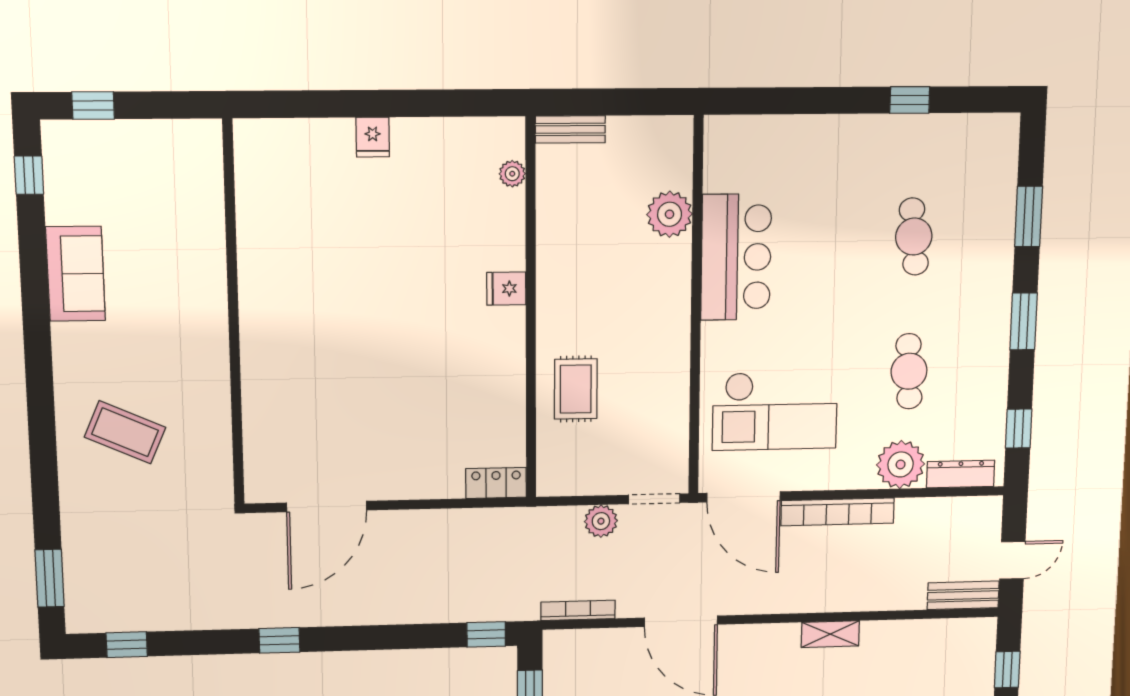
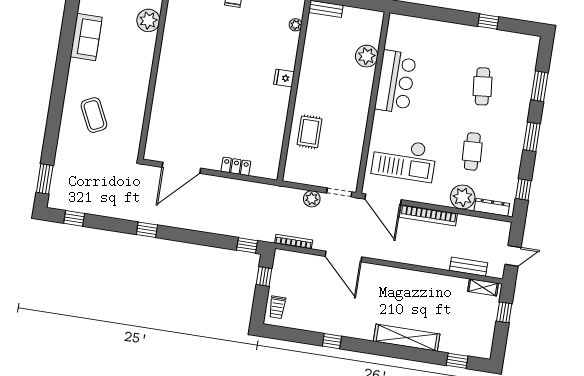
plant: (201, 217) -> (148, 20), added
coffee table: (125, 432) -> (94, 115), turned 40
locker: (496, 483) -> (236, 166), moved
bench: (963, 595) -> (468, 267), moved
shelving: (830, 634) -> (483, 287), moved

